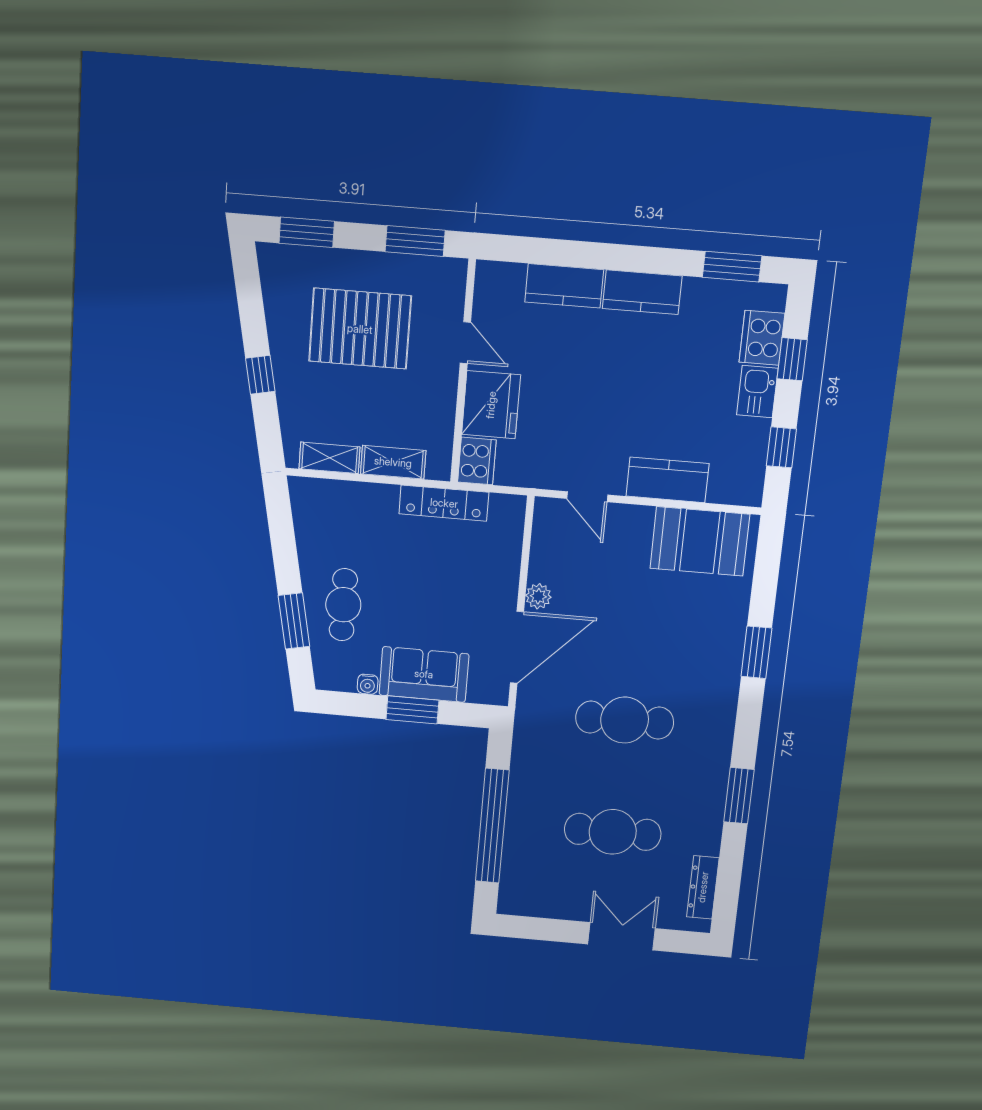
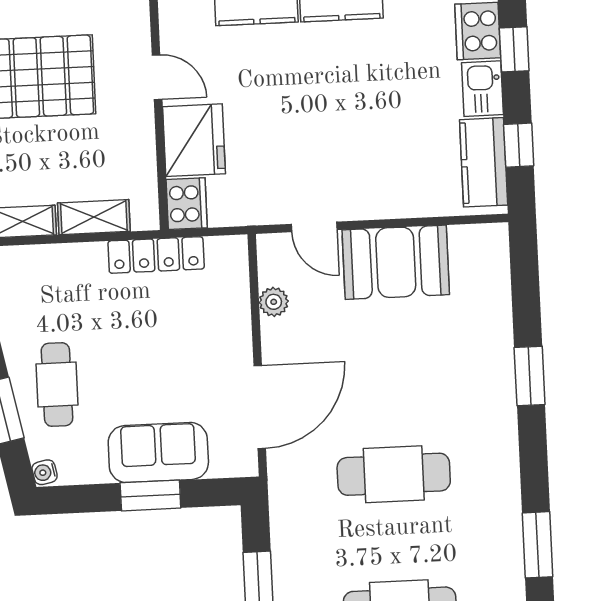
kitchen counter: (667, 480) -> (484, 162), moved, turned -90
booth: (700, 541) -> (396, 262), moved
plant: (538, 596) -> (274, 302), moved
water cooler: (368, 684) -> (45, 472), moved, turned 79

